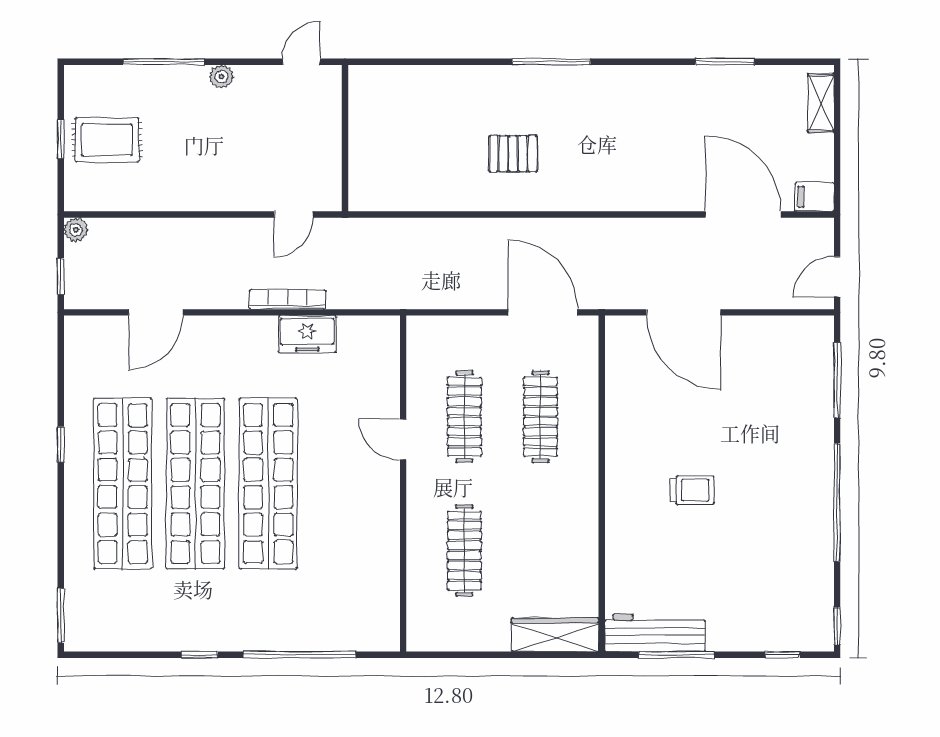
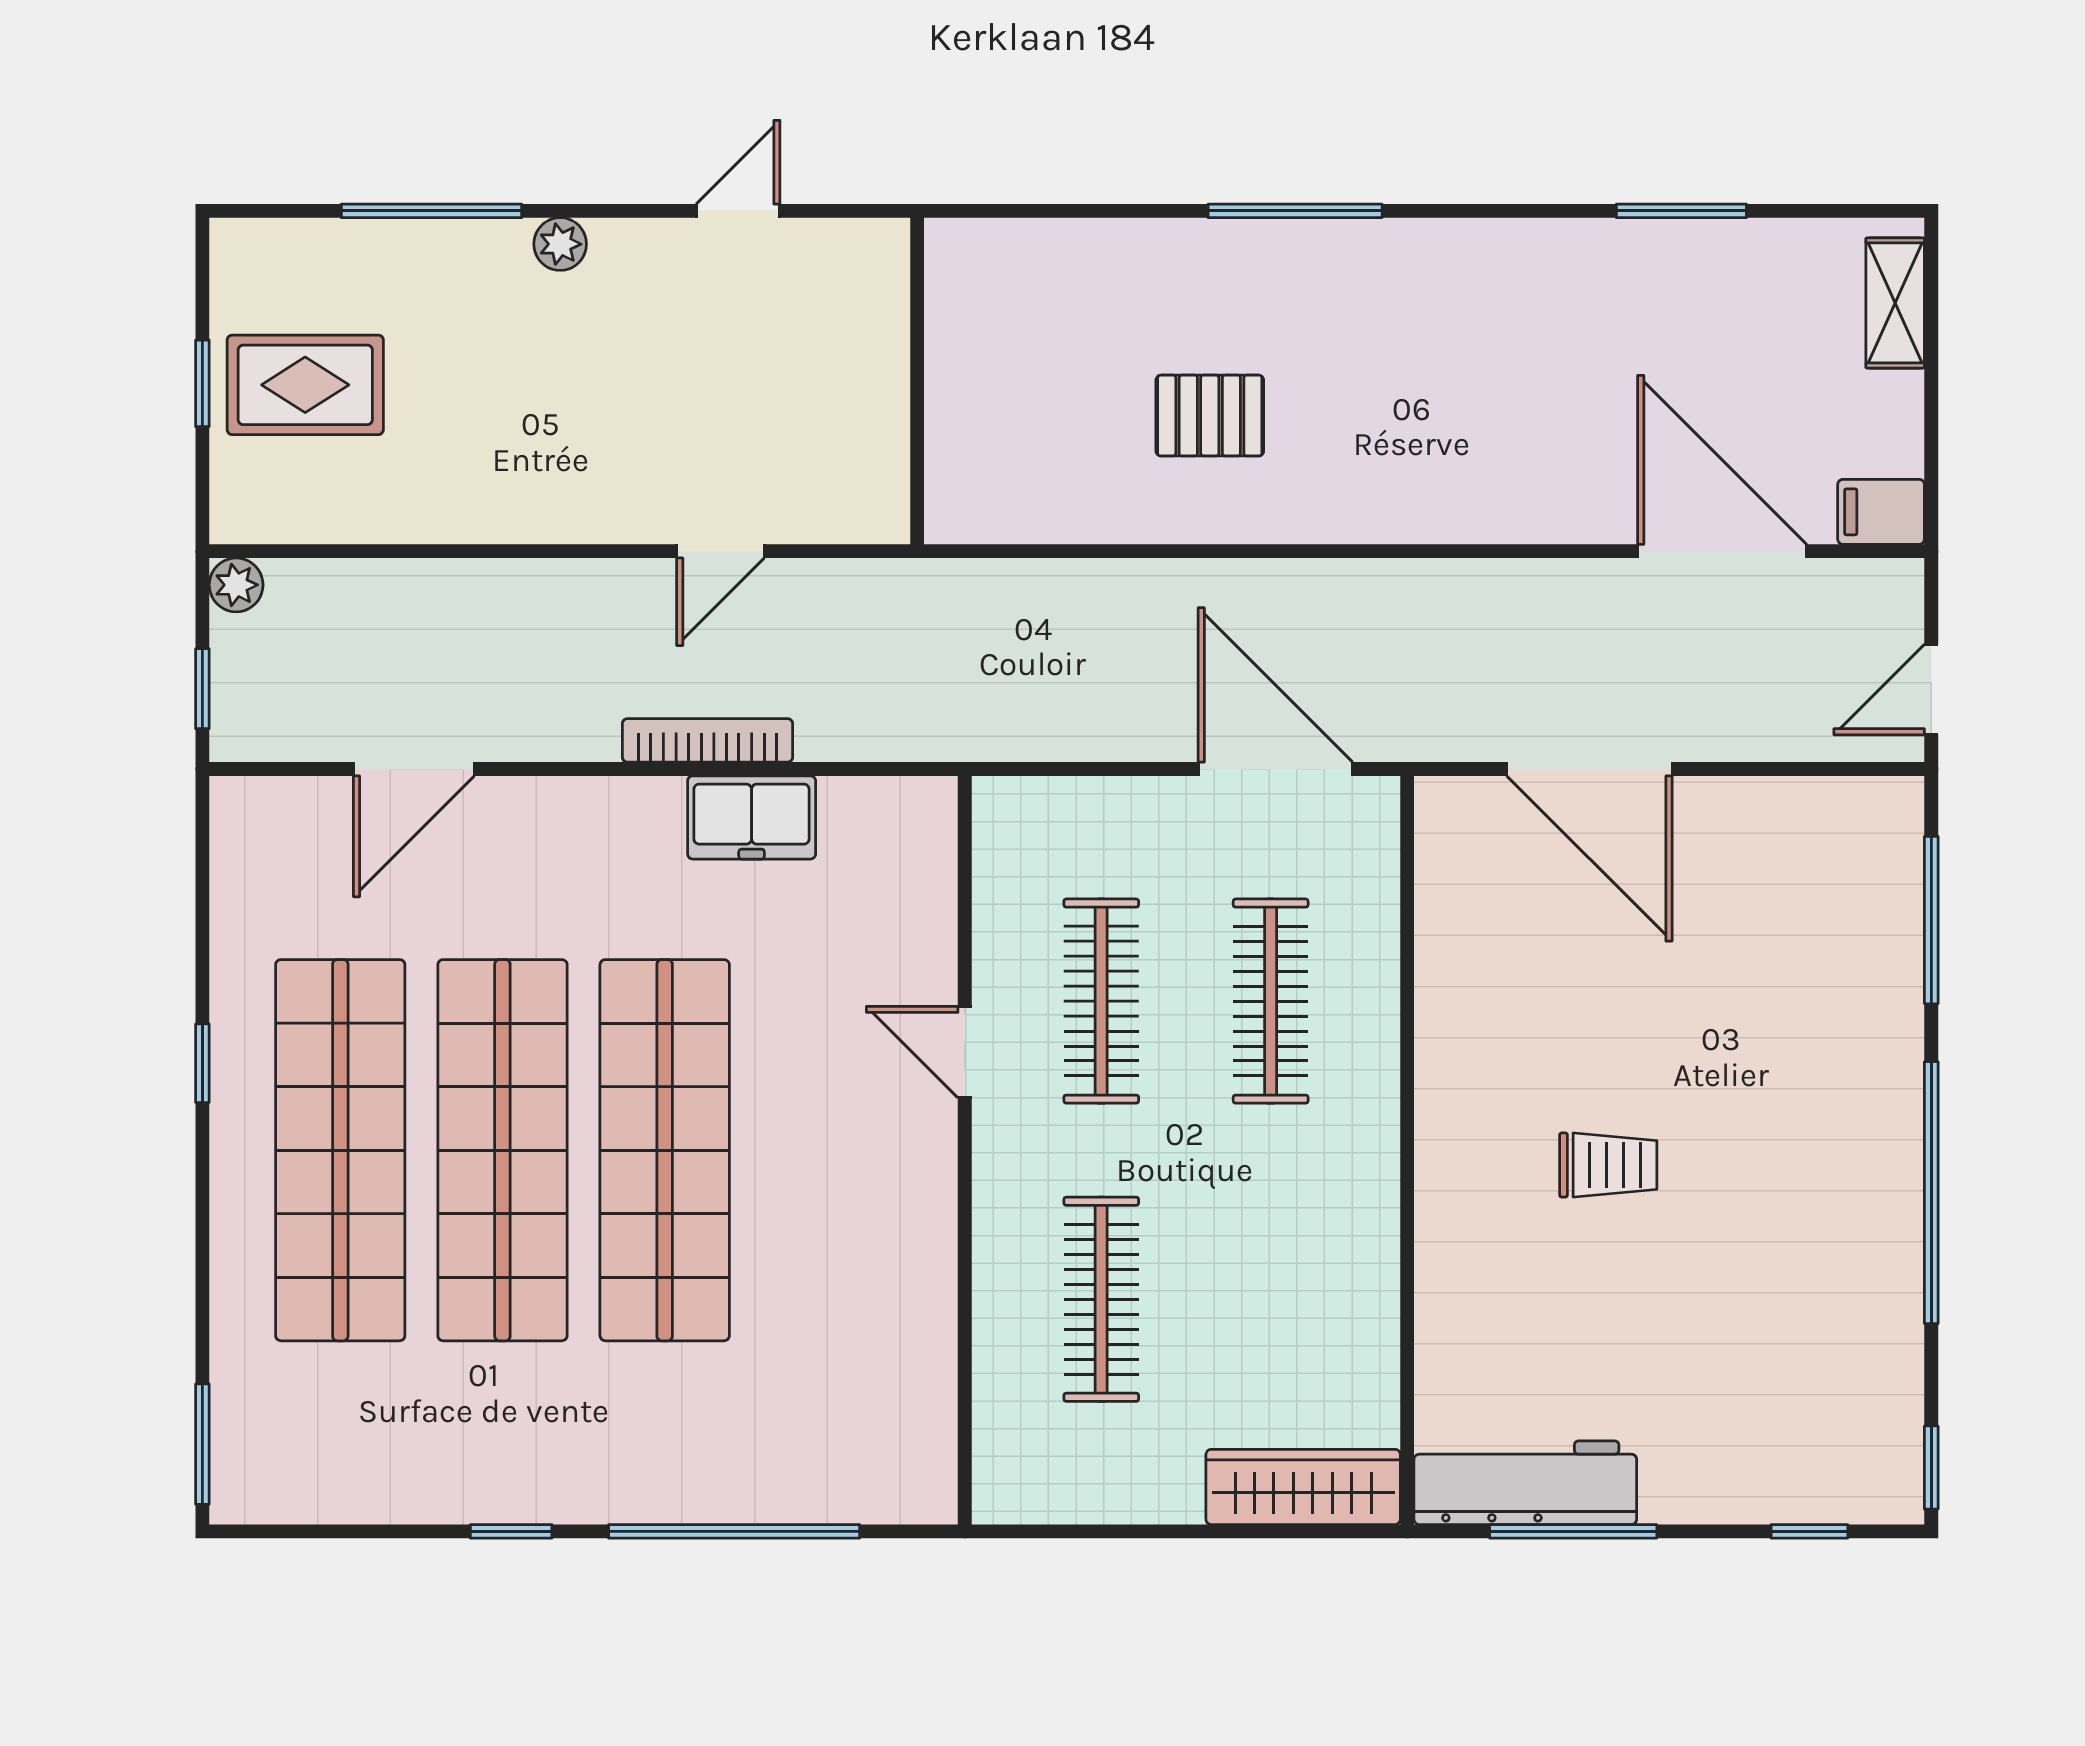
wall: (345, 138) -> (917, 381), moved

